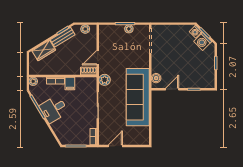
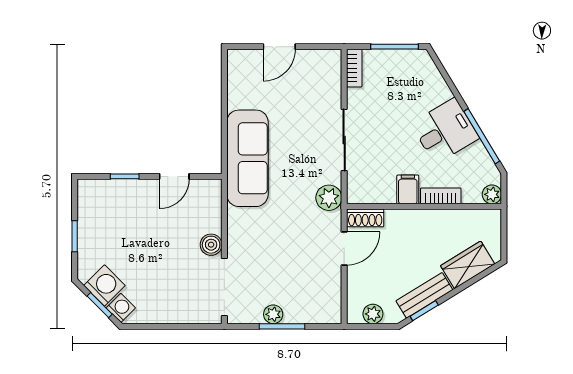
boiler: (156, 78) -> (211, 245), moved
sofa: (138, 97) -> (247, 158), width x0.74, depth x0.79
door: (115, 146) -> (279, 47), moved

